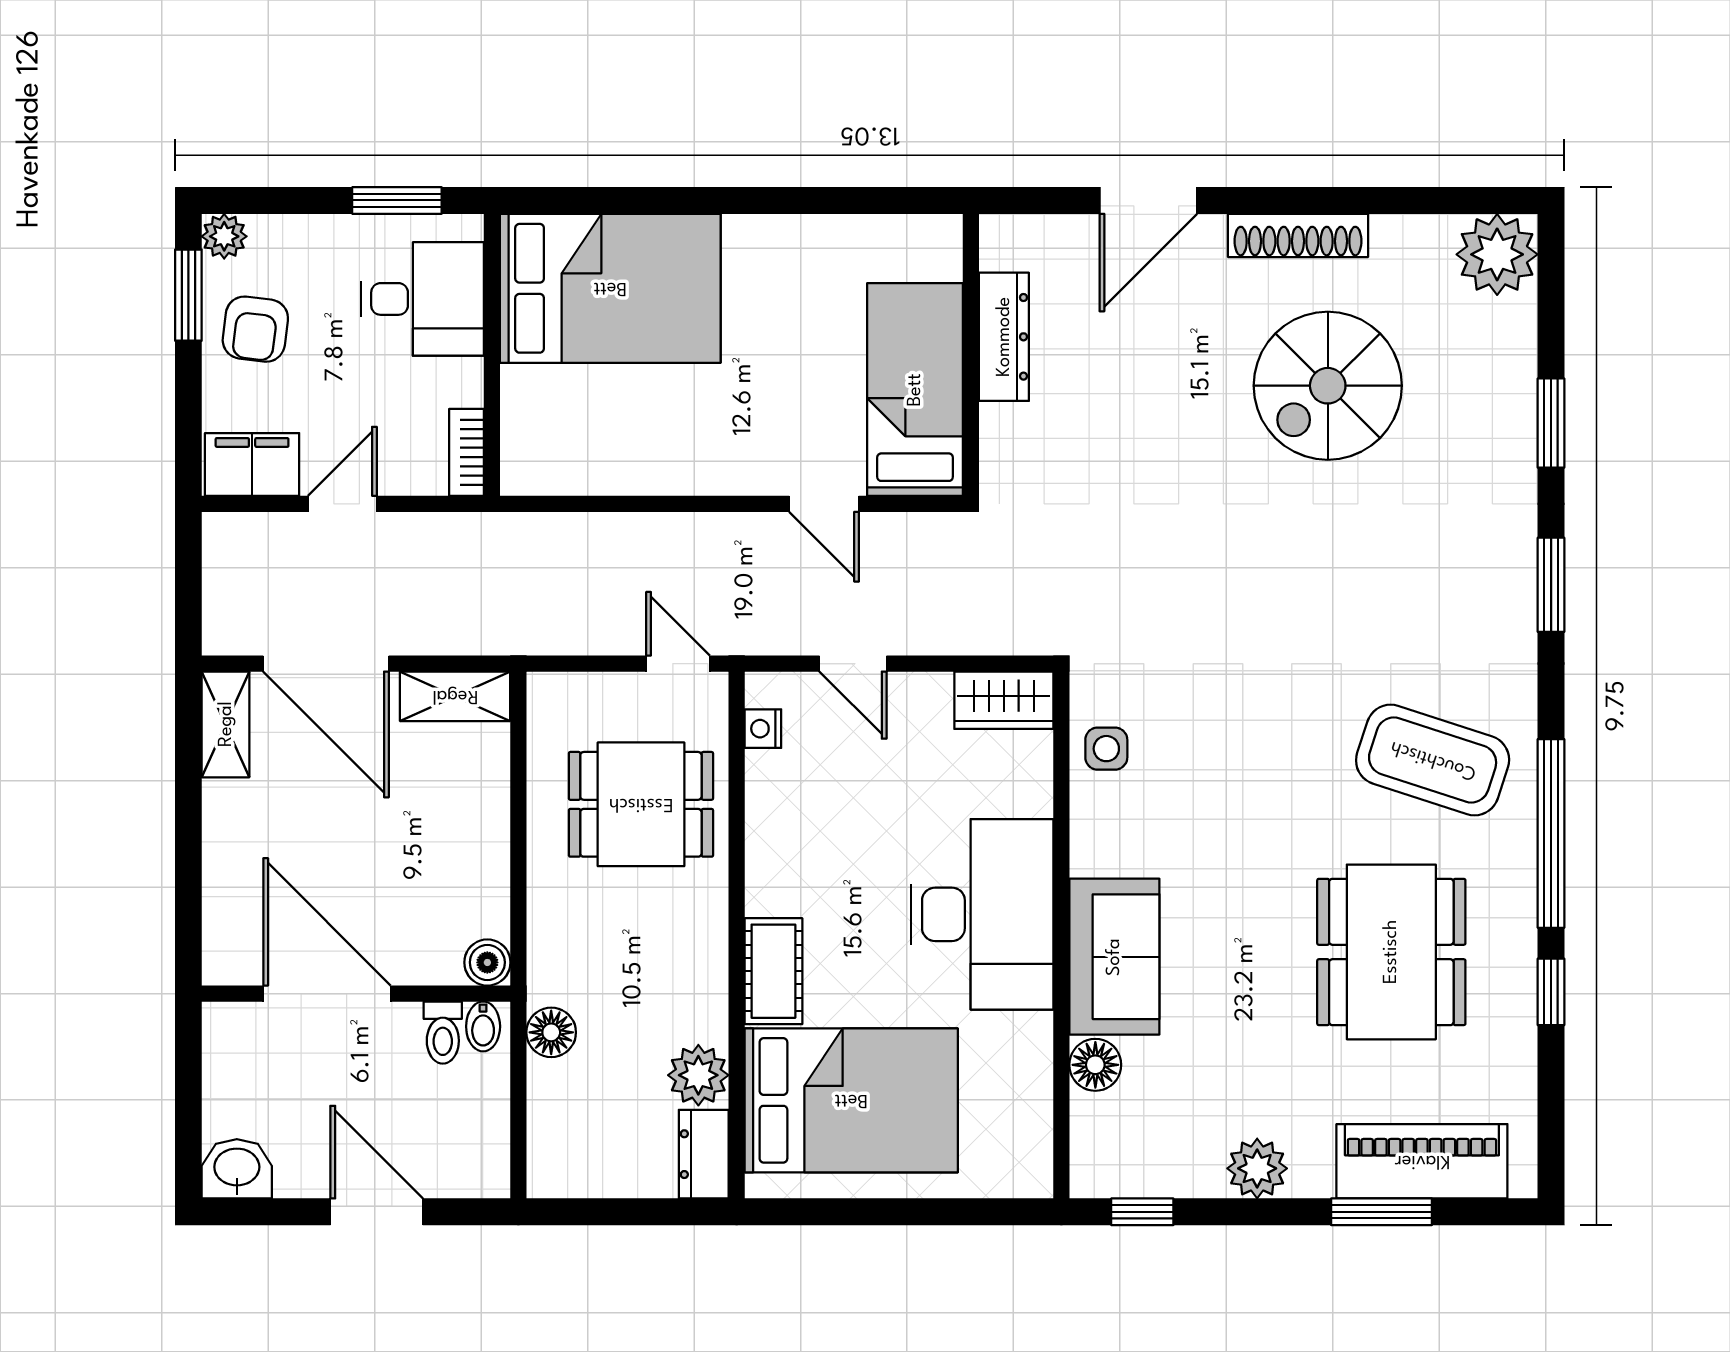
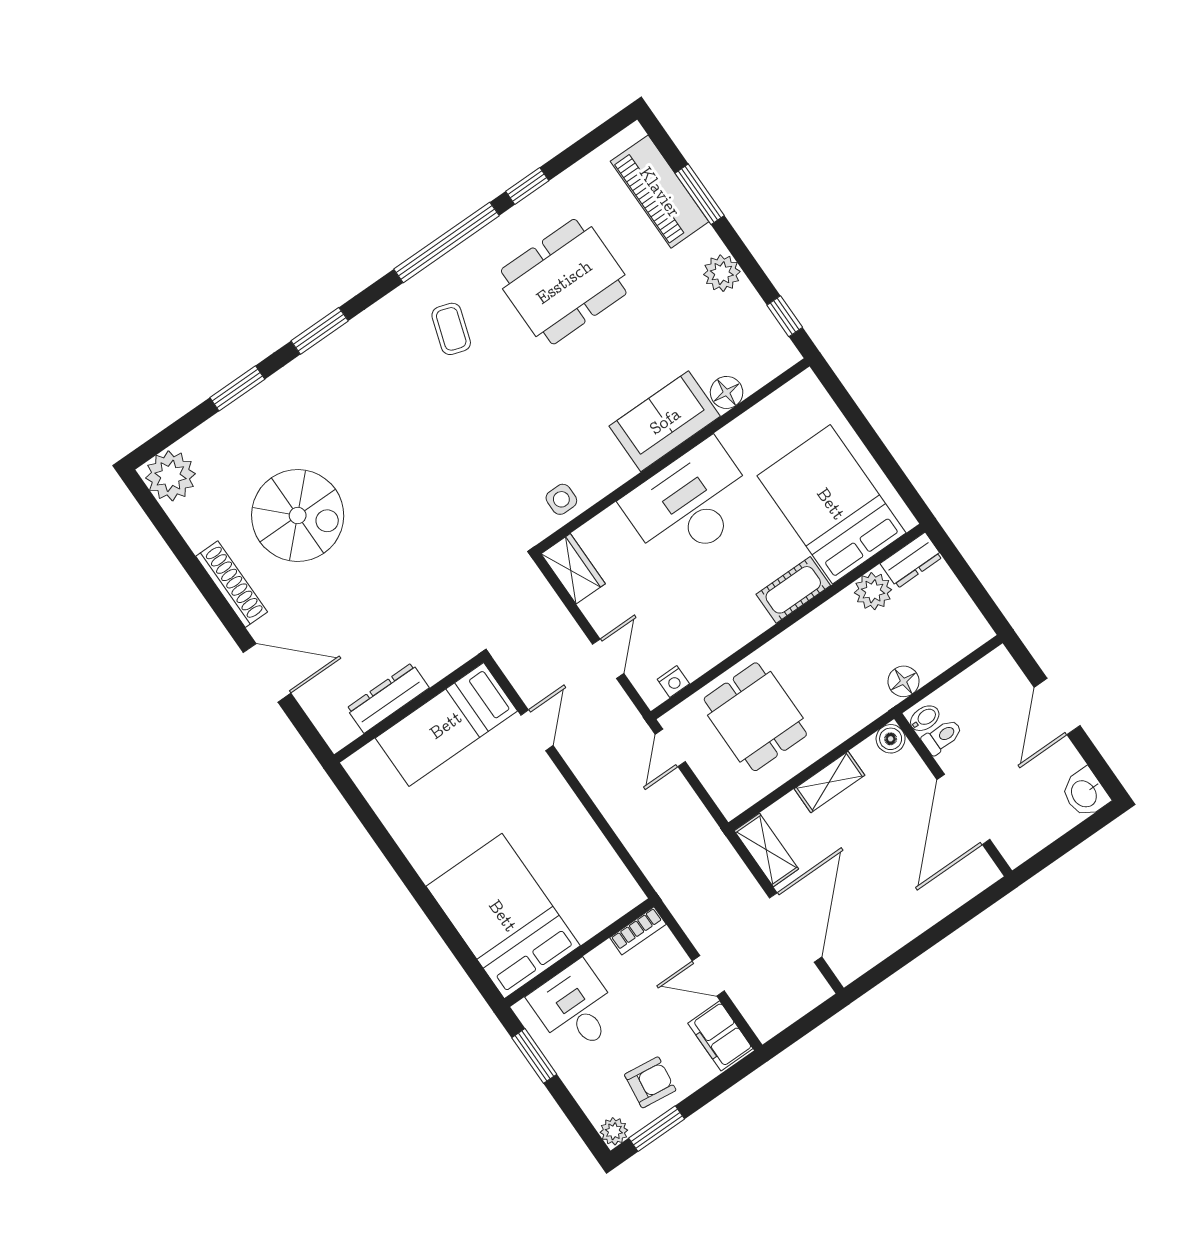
shelving: (226, 724) -> (829, 782), moved
coffee table: (1433, 760) -> (451, 329), width x0.54, depth x0.58

